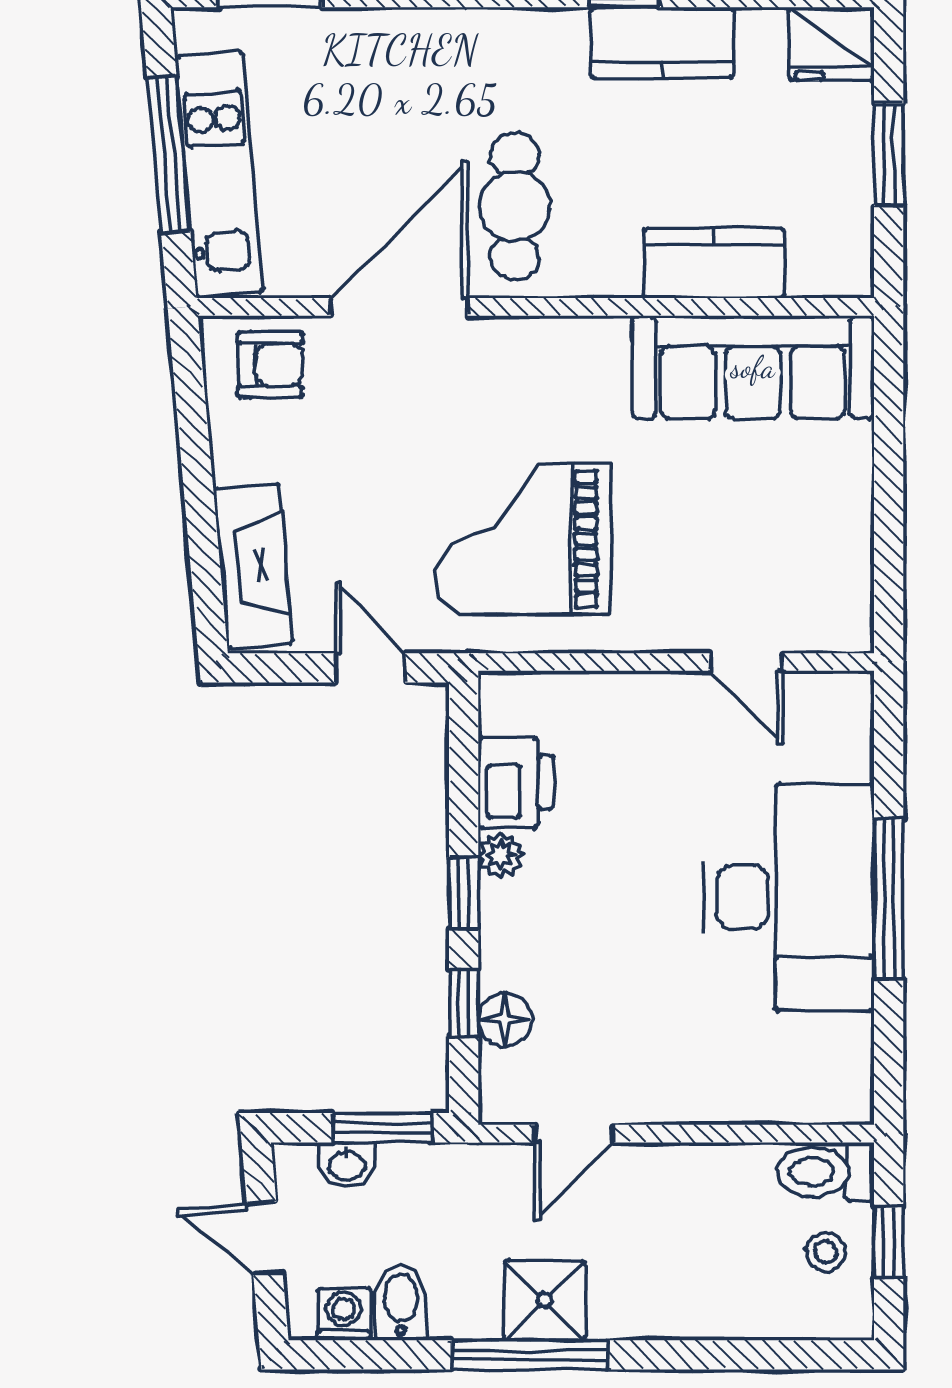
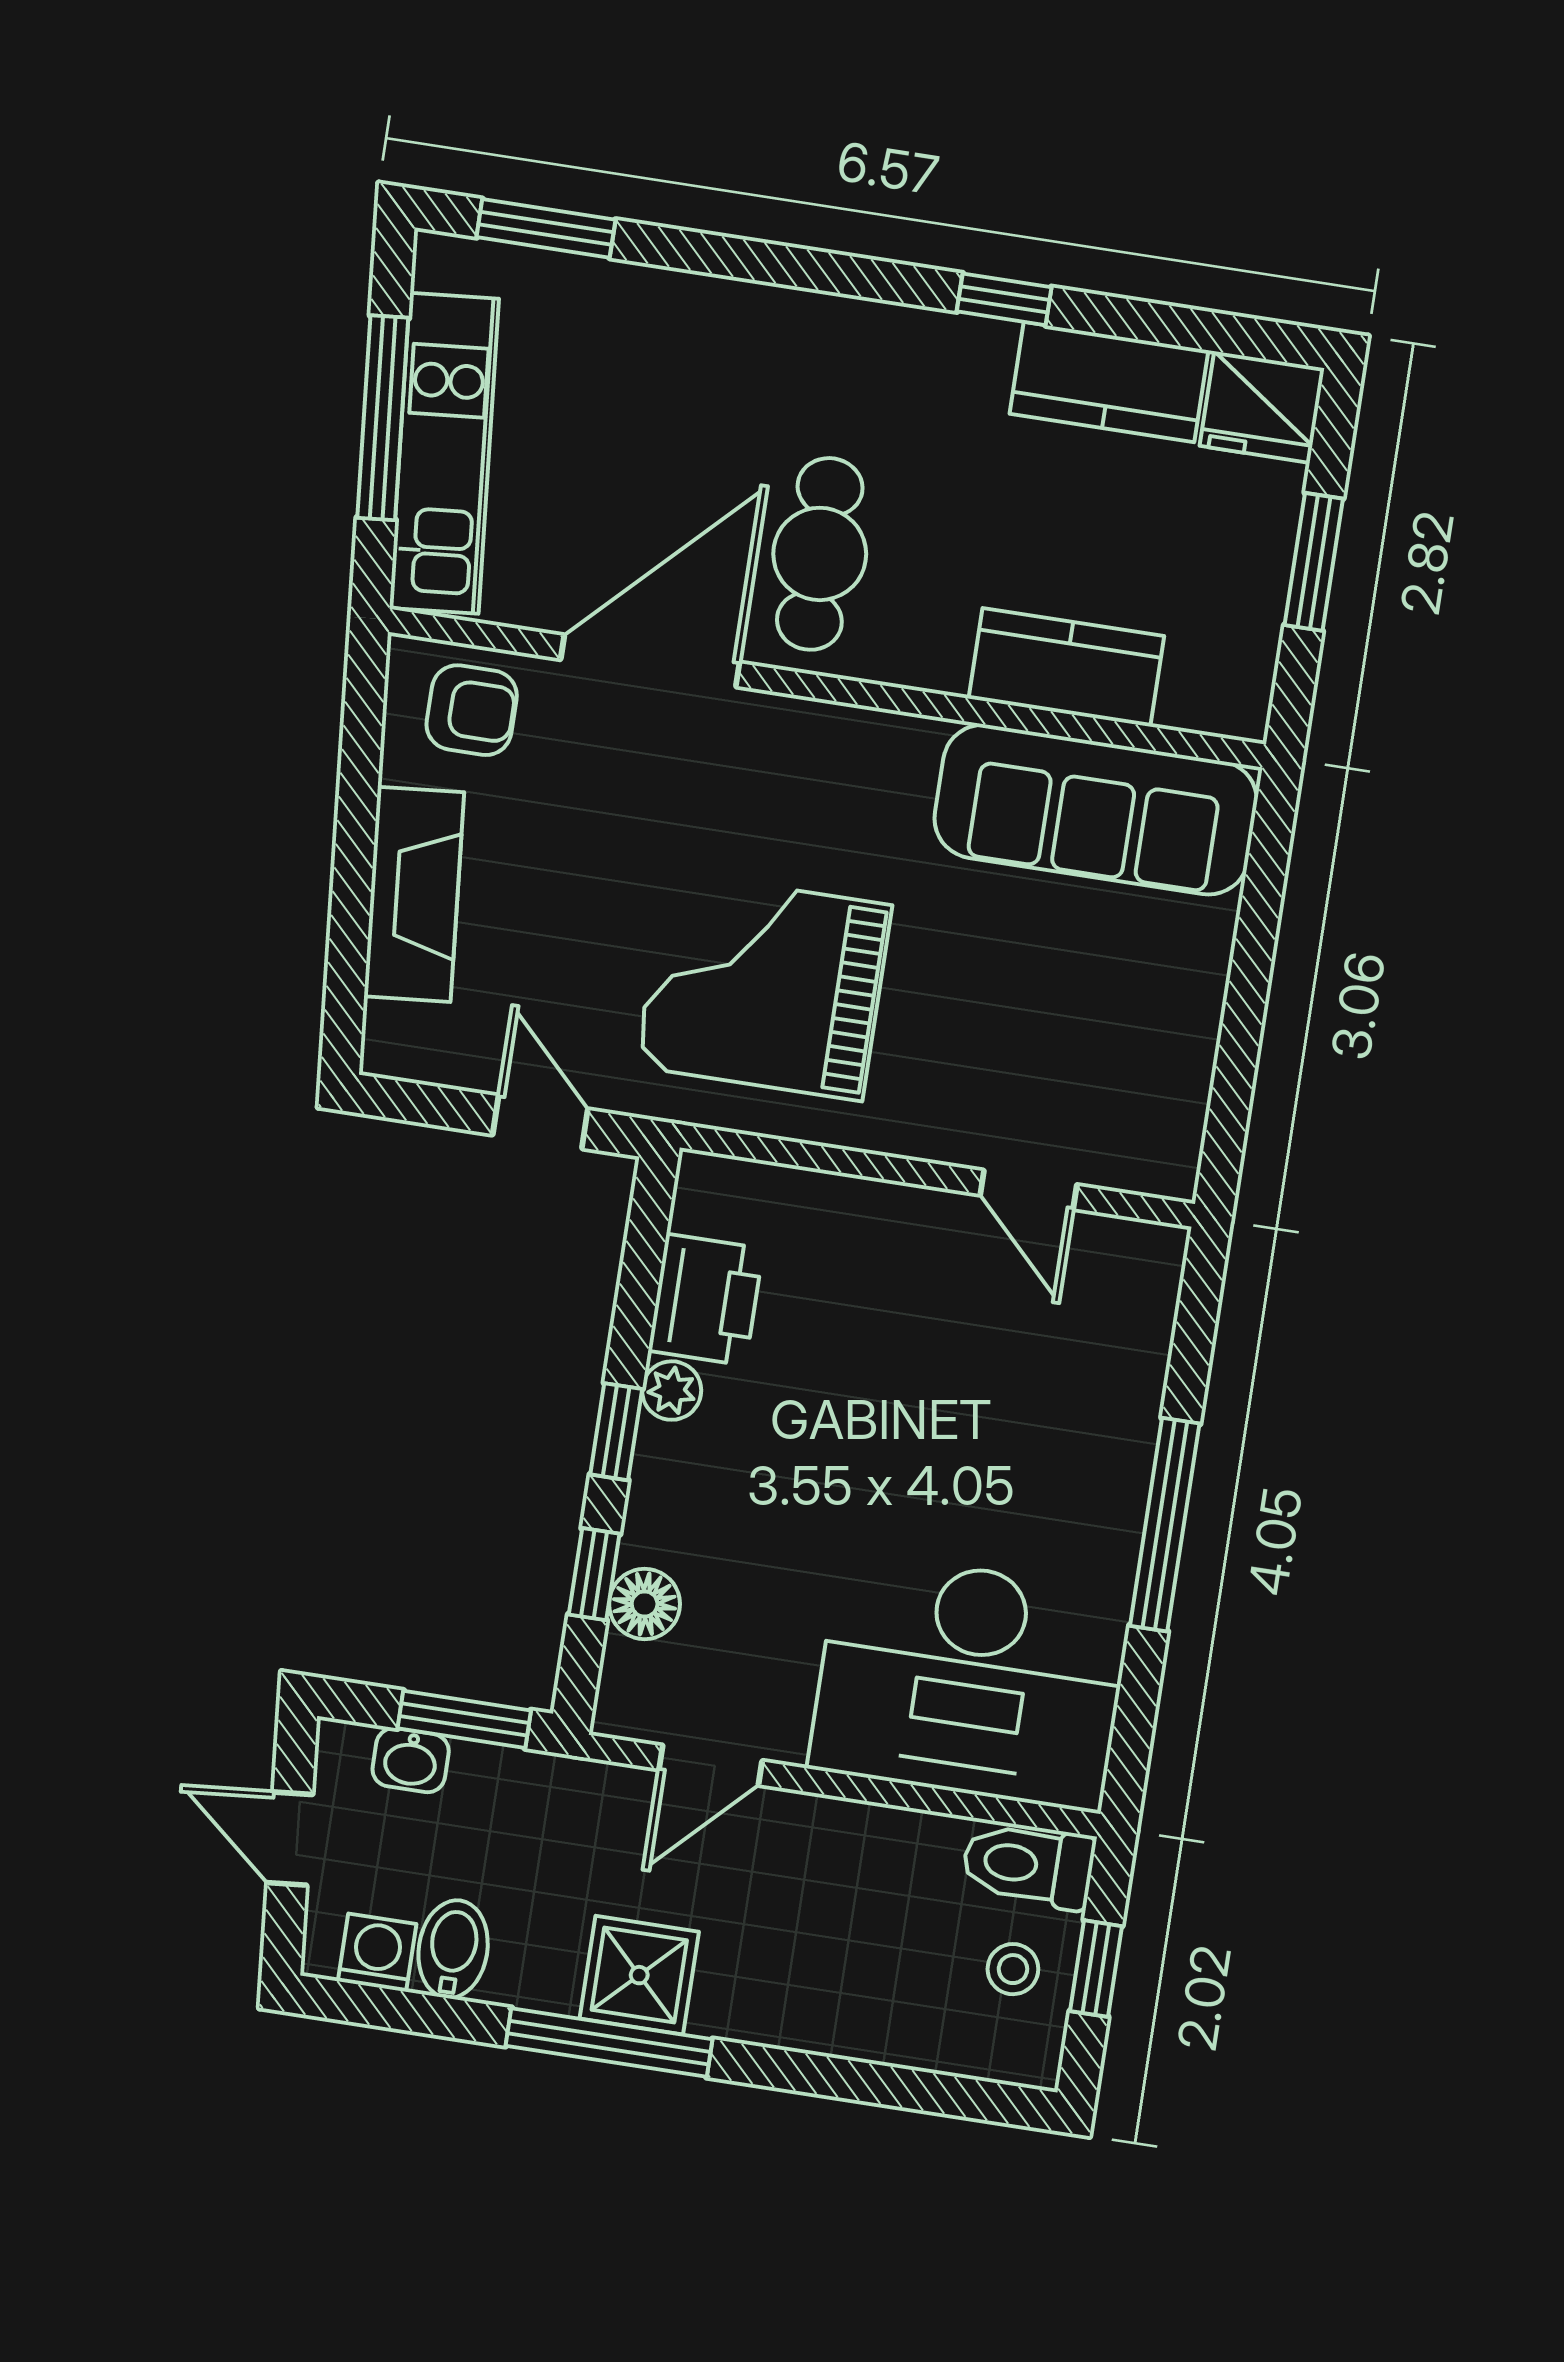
kitchen counter: (662, 43) -> (1109, 382), moved
fireplace: (253, 566) -> (414, 894), moved
desk: (789, 897) -> (971, 1681), moved, turned 90

